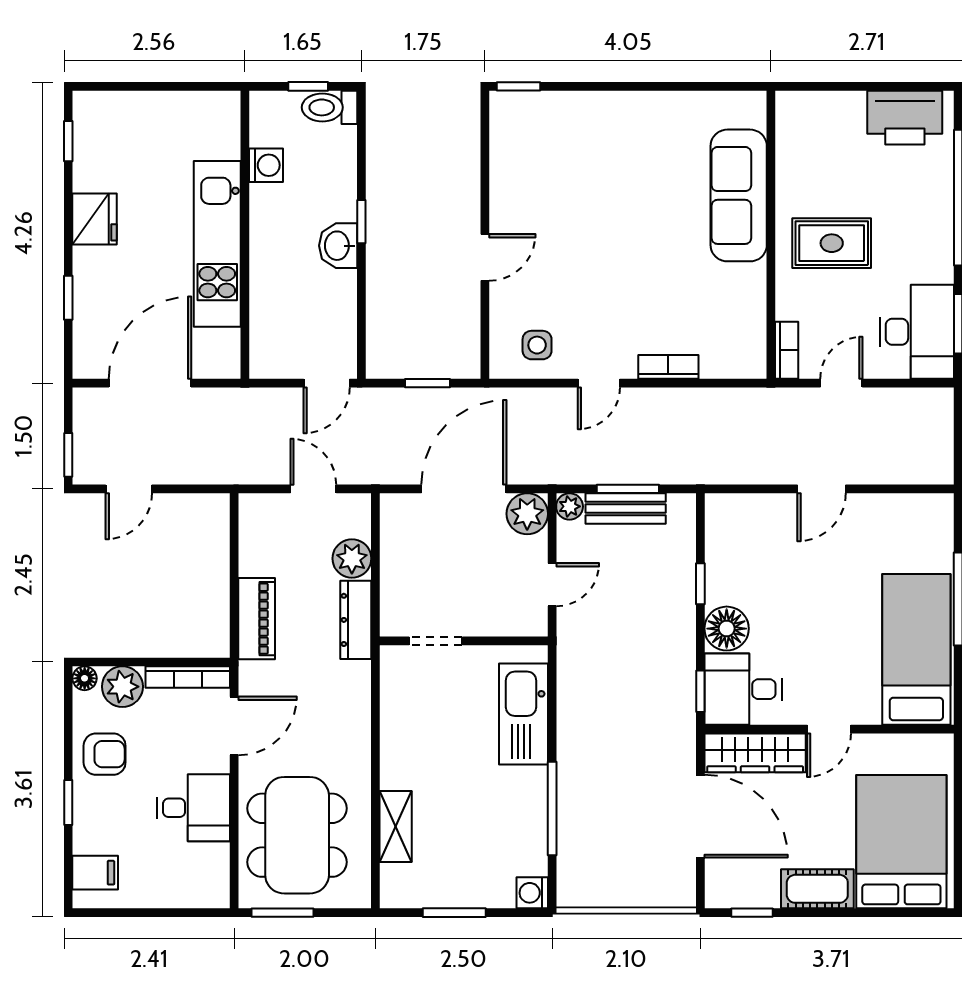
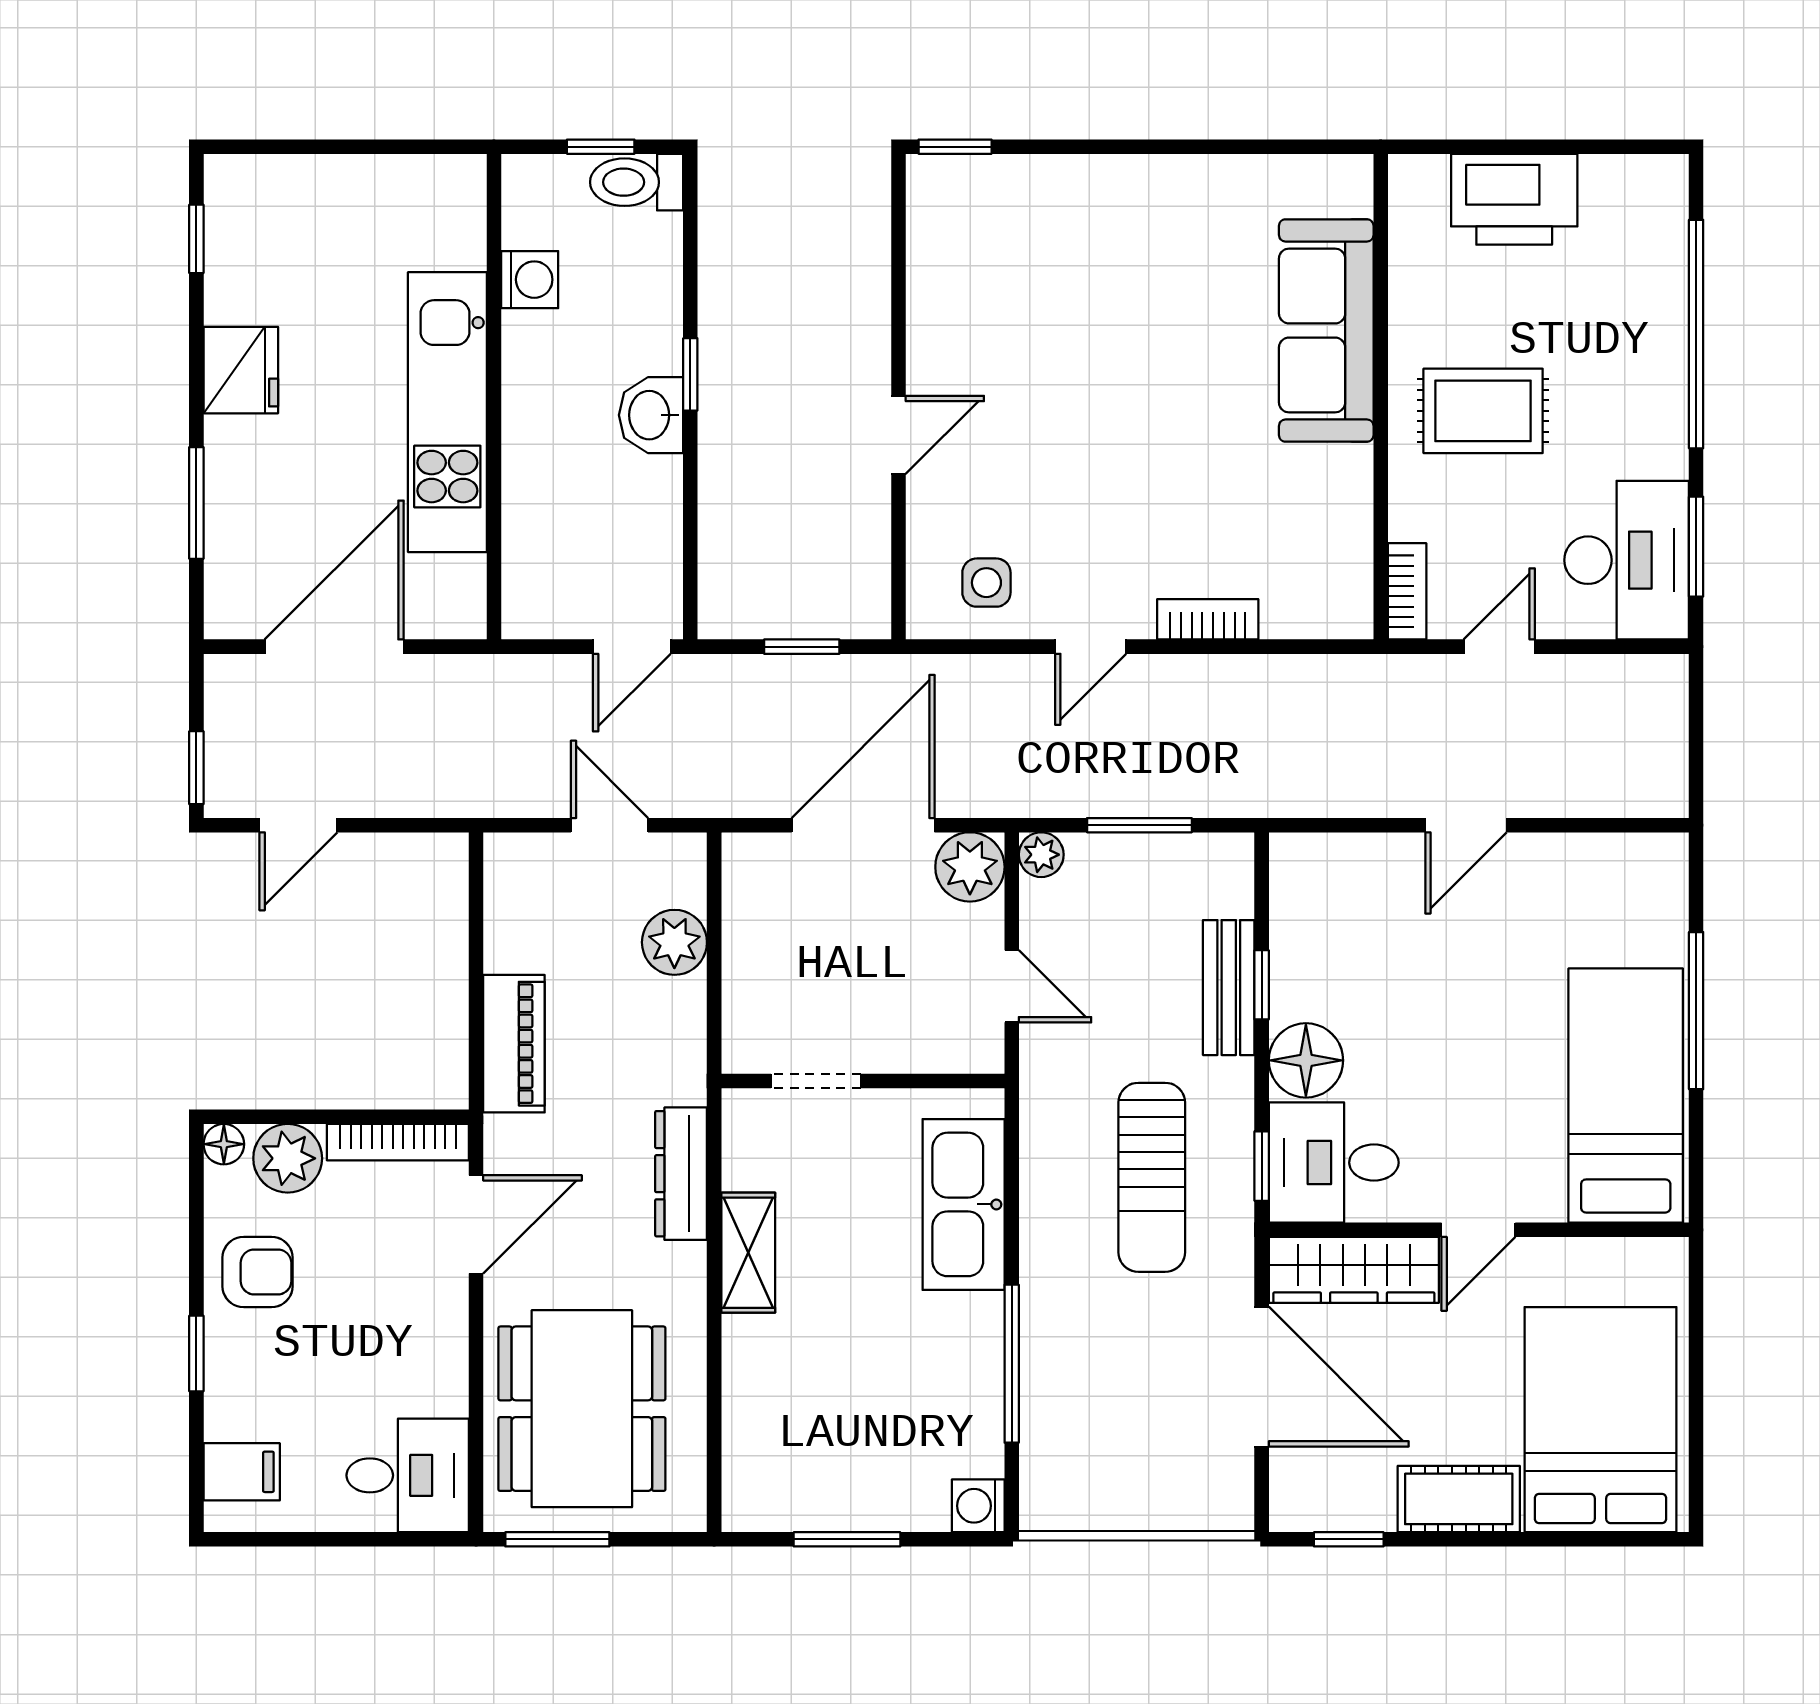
printer: (905, 118) -> (1514, 199), moved
window: (68, 298) -> (196, 503), width x1.50
bench: (626, 508) -> (1229, 988), moved, turned 90
door: (552, 585) -> (1012, 986), hinge flipped
dresser: (356, 620) -> (681, 1174), moved
sun lounger: (635, 698) -> (1152, 1177), added
desk: (194, 808) -> (408, 1475), moved
shelving: (396, 827) -> (748, 1253), moved

